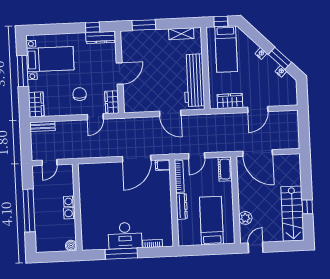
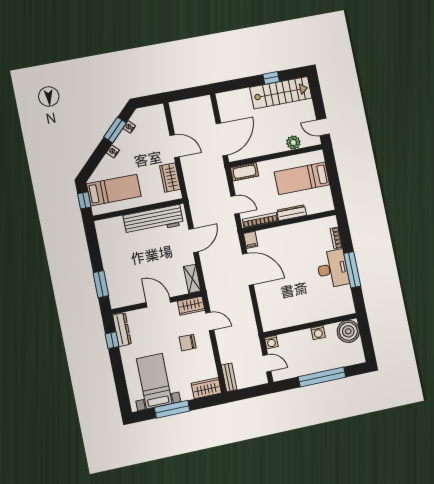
shelving: (181, 34) -> (192, 279), moved
washing machine: (69, 201) -> (271, 342), moved
boiler: (71, 246) -> (348, 331), width x1.86, depth x1.86

